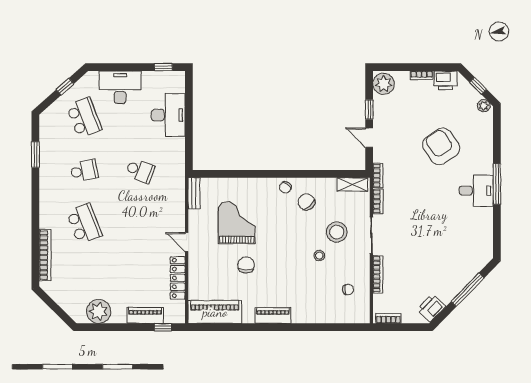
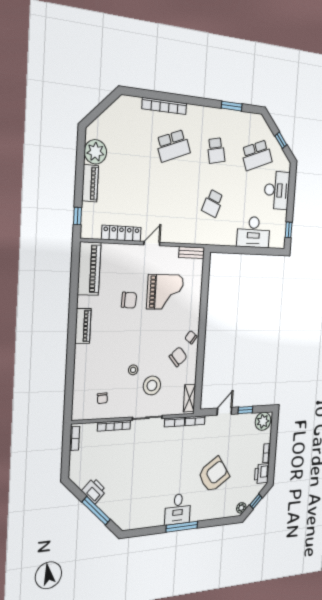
bookcase: (45, 255) -> (164, 106), moved
printer: (431, 308) -> (94, 491), moved
piano: (145, 315) -> (90, 183), moved

